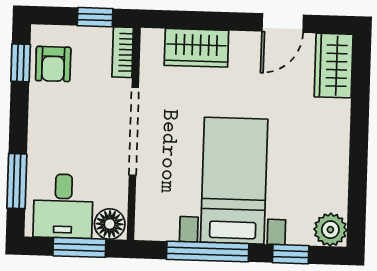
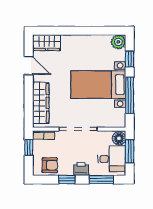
wardrobe: (196, 48) -> (41, 103), width x1.50
window: (21, 63) -> (67, 180), moved
printer: (43, 135) -> (81, 169), added

